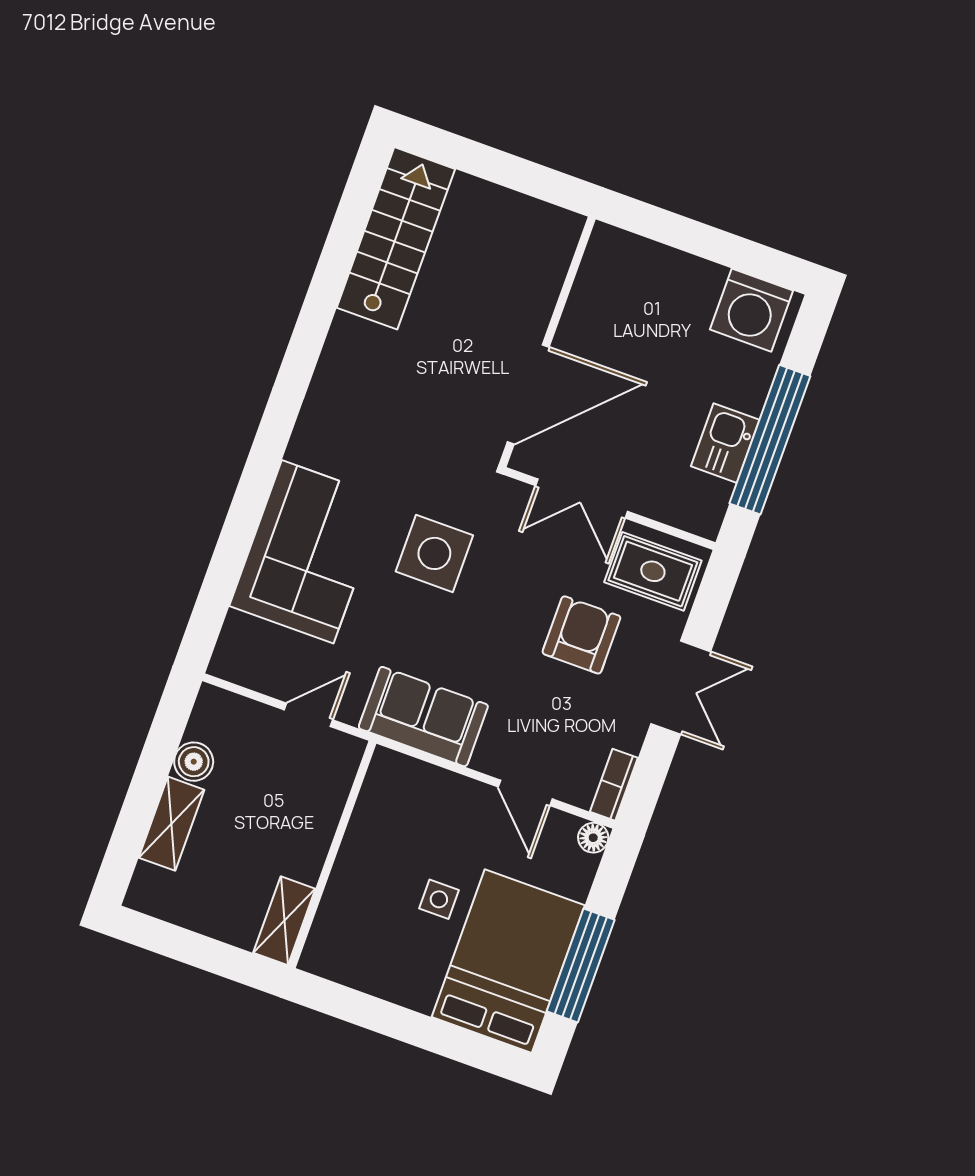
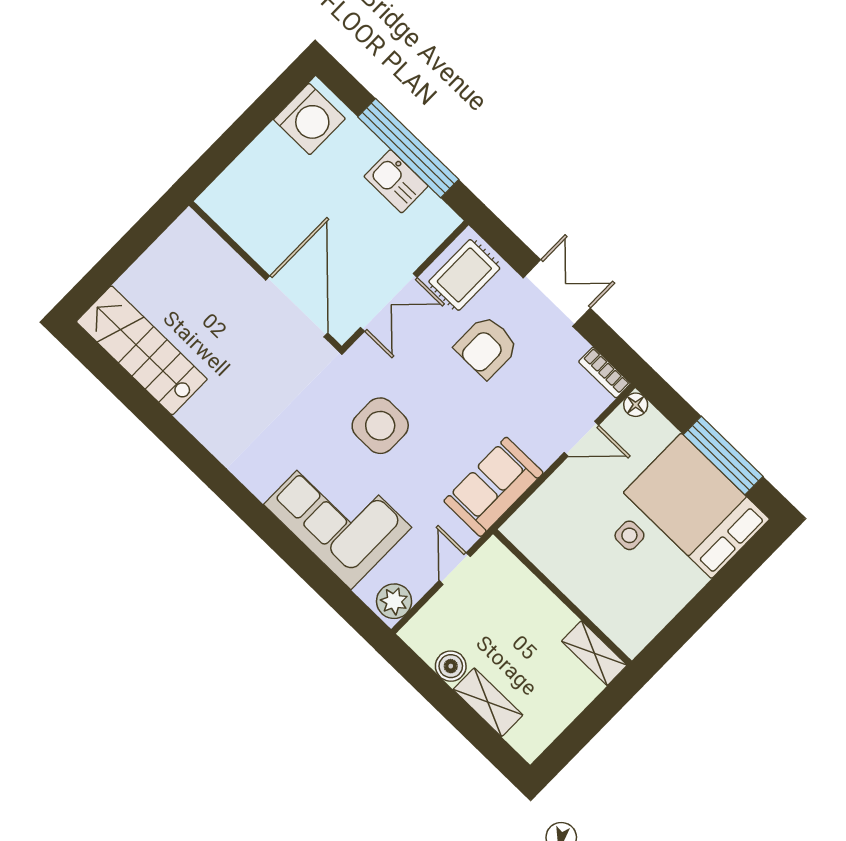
armchair: (581, 635) -> (487, 347), turned -90
plant: (239, 662) -> (394, 601), added

